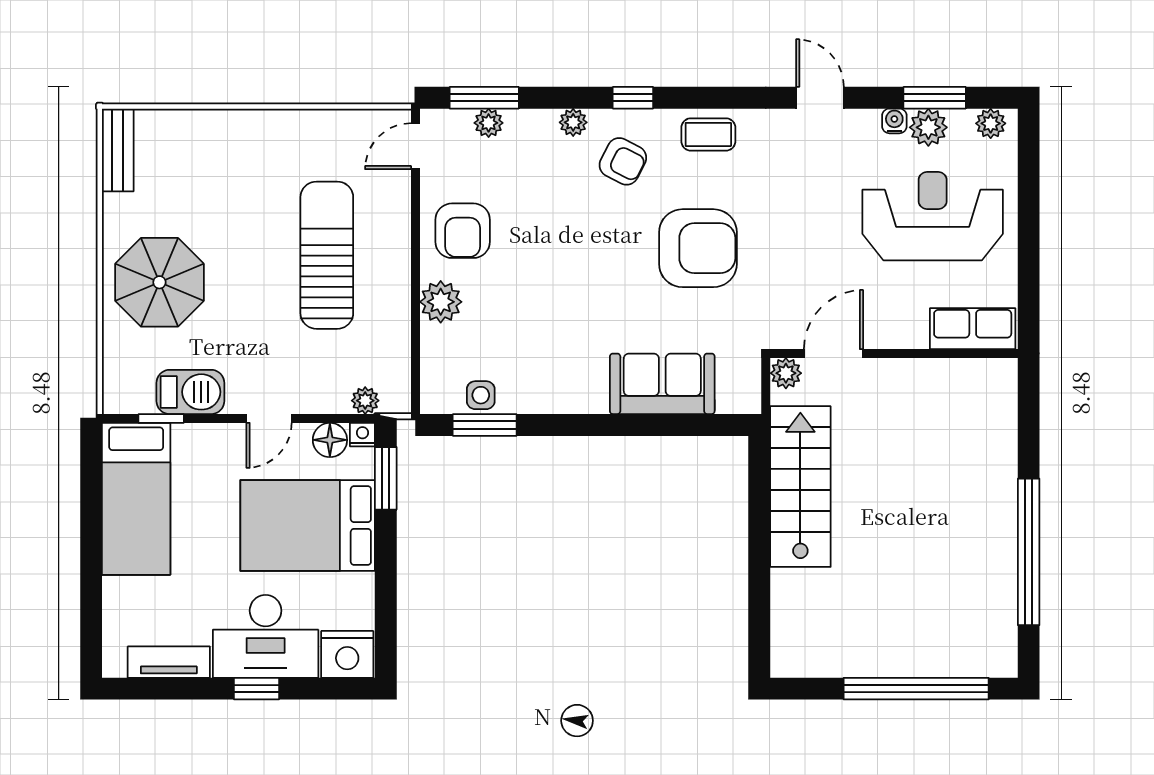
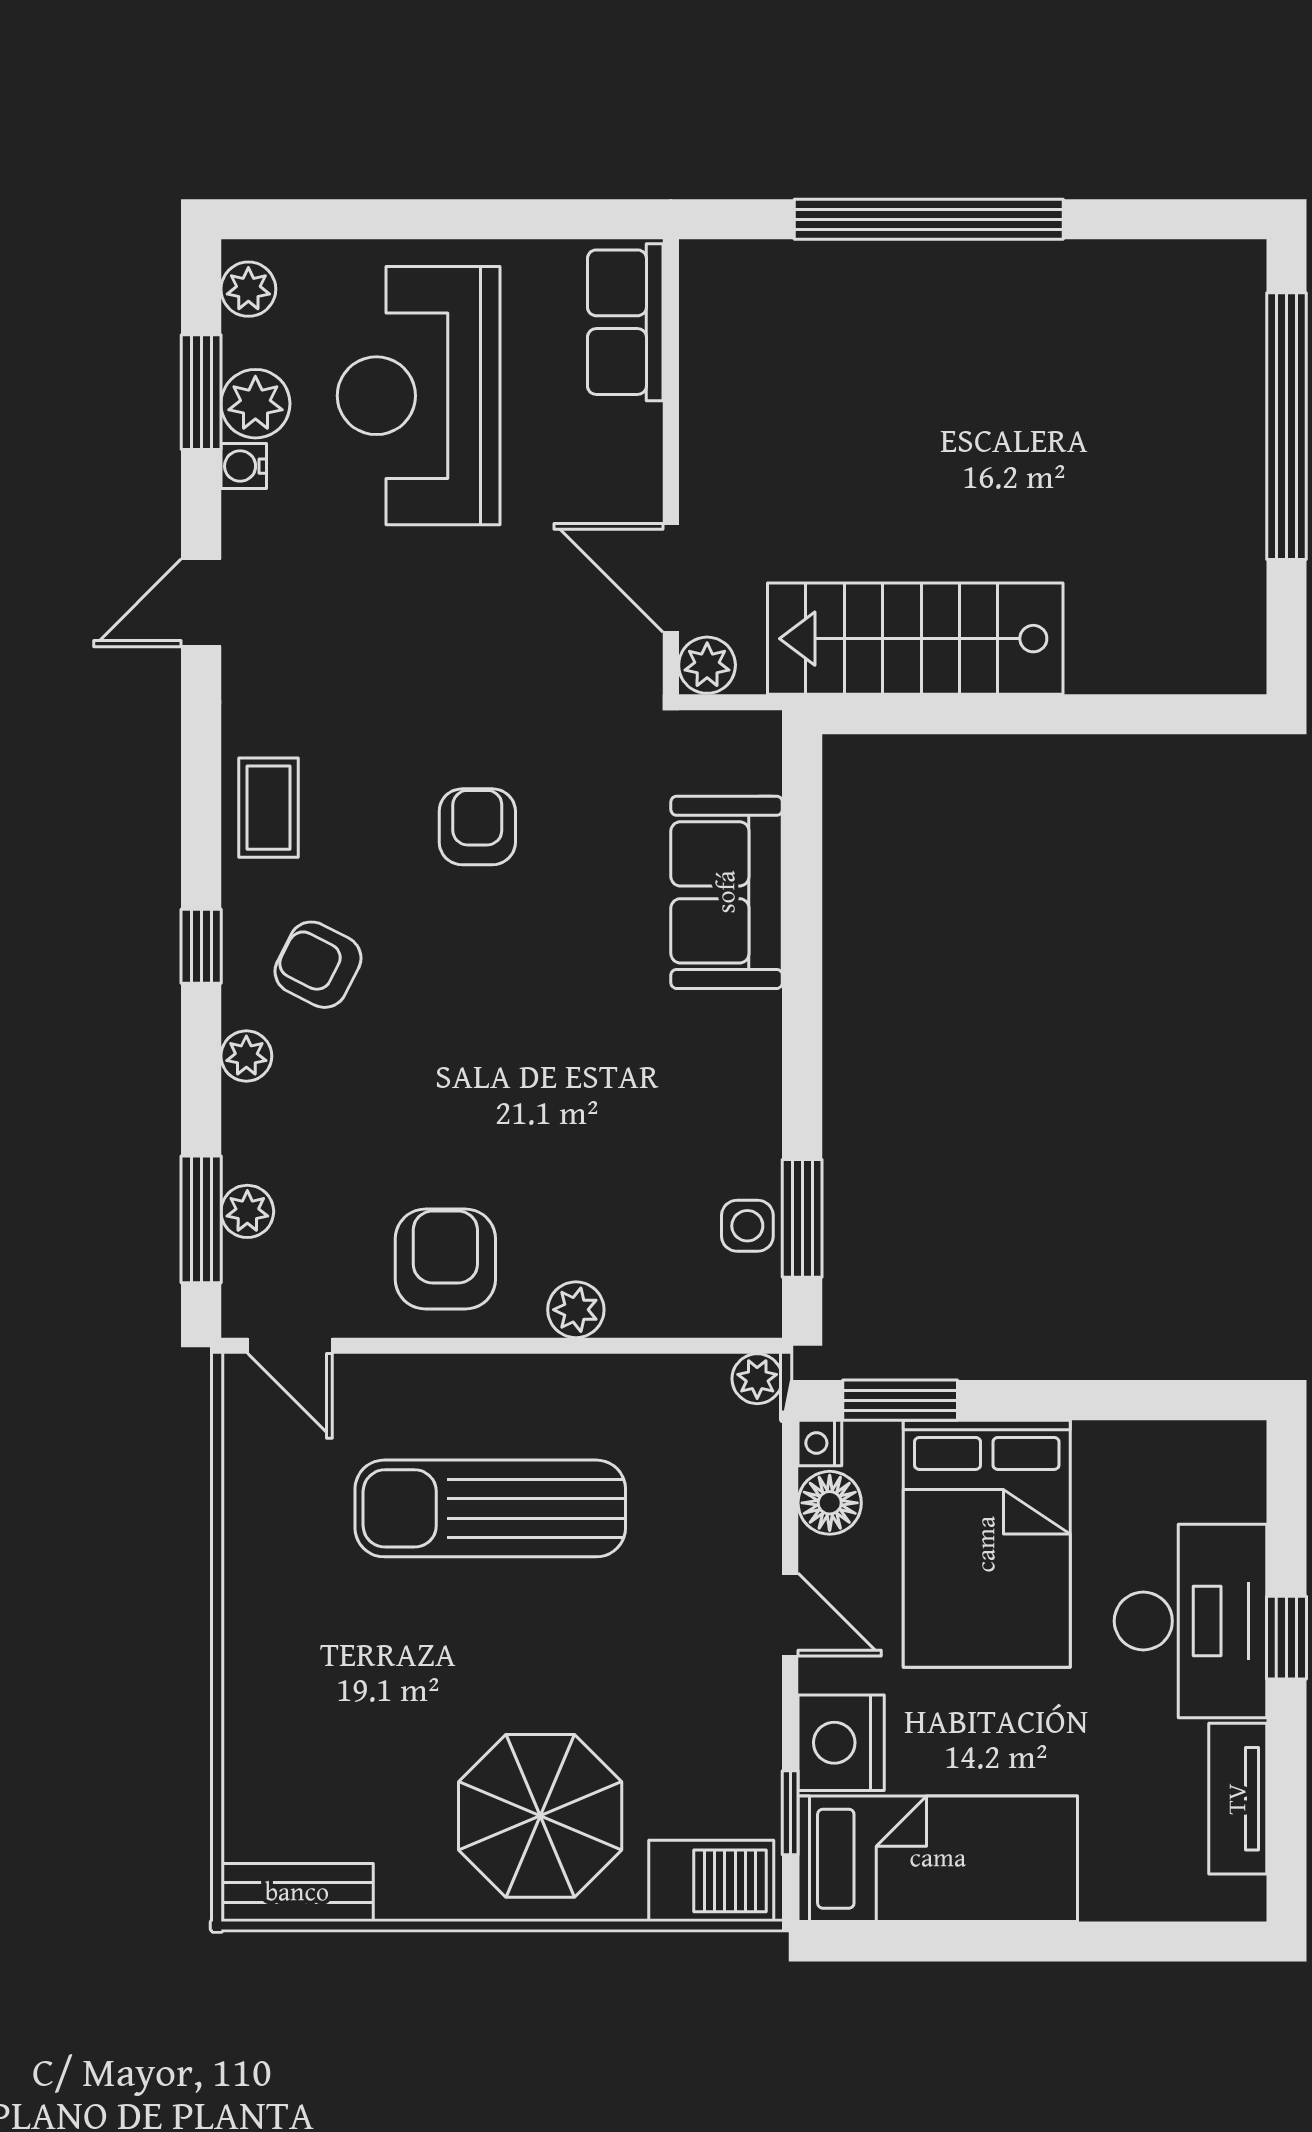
armchair: (623, 161) -> (318, 965), turned -90
armchair: (463, 231) -> (445, 1259), turned -90
armchair: (698, 248) -> (477, 827), width x0.53, depth x0.53
plant: (441, 302) -> (576, 1310), width x0.73, depth x0.73
barbecue: (190, 392) -> (711, 1881), moved, turned 90
plant: (365, 401) -> (757, 1379), moved
window: (1029, 552) -> (929, 219), moved
nightstand: (347, 654) -> (841, 1743), moved, turned 180

